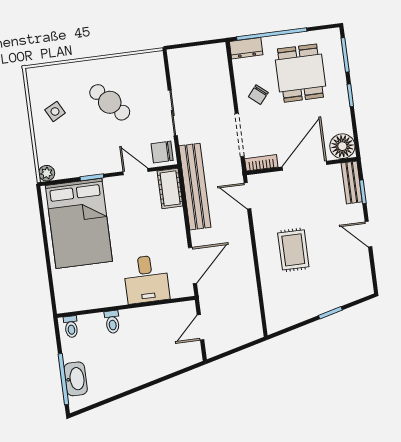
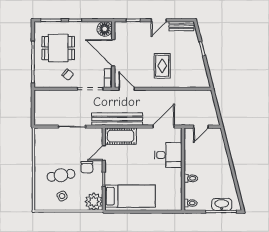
dresser: (246, 48) -> (39, 78), removed
cafe table: (110, 102) -> (61, 175), moved, turned 34
chair: (162, 152) -> (87, 167), moved
plant: (47, 173) -> (94, 202), width x1.88, depth x1.88
bench: (352, 182) -> (181, 26), moved
cot: (170, 188) -> (121, 136), width x1.37, depth x1.34
door: (247, 196) -> (127, 89), swing flipped
bed: (79, 223) -> (130, 196), width x0.67
rug: (293, 250) -> (162, 66), turned 90
door: (193, 265) -> (164, 127), hinge flipped
door: (201, 327) -> (201, 127), hinge flipped

